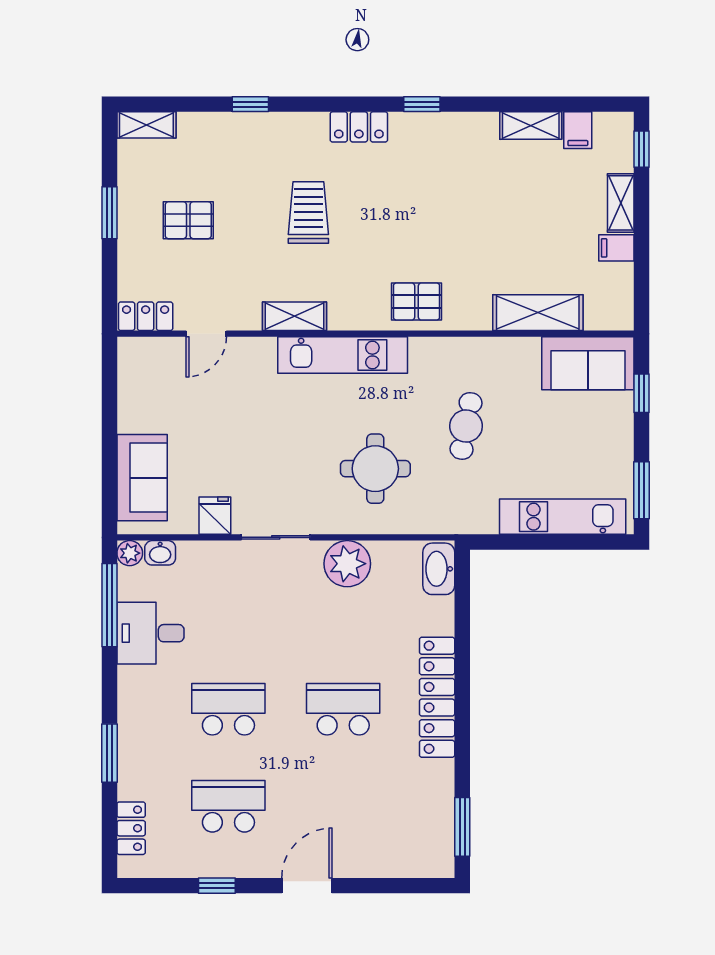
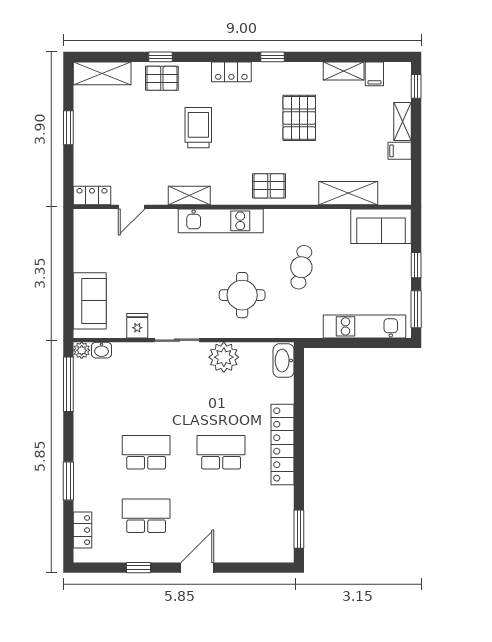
shelving: (146, 125) -> (102, 73), width x1.50, depth x1.33
pallet: (463, 197) -> (299, 118), added
pallet: (188, 220) -> (162, 78), moved
window: (642, 393) -> (416, 265), moved
desk: (150, 633) -> (95, 403), removed

